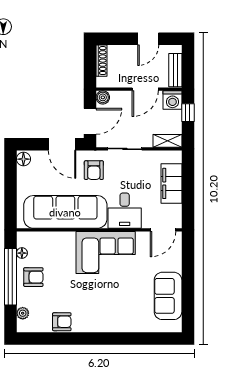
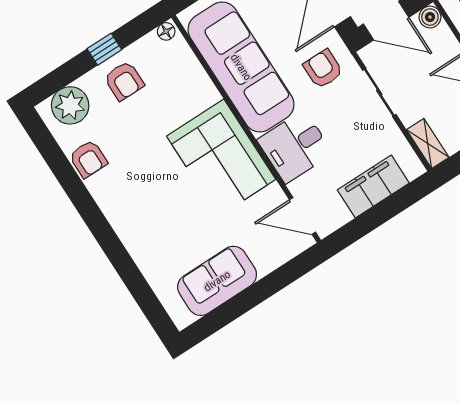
armchair: (94, 170) -> (323, 69), turned 90
floor lamp: (22, 253) -> (166, 31), moved
window: (10, 277) -> (104, 49), width x0.32
plant: (23, 313) -> (70, 105), width x1.87, depth x1.87

